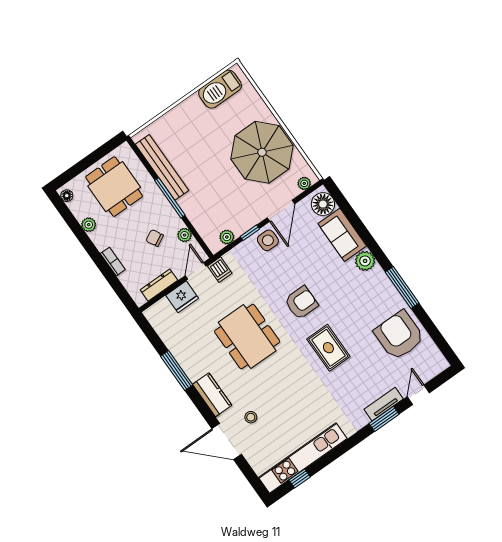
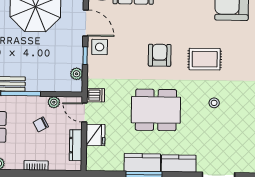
kitchen counter: (188, 360) -> (142, 163), added
stool: (251, 417) -> (214, 103), moved

